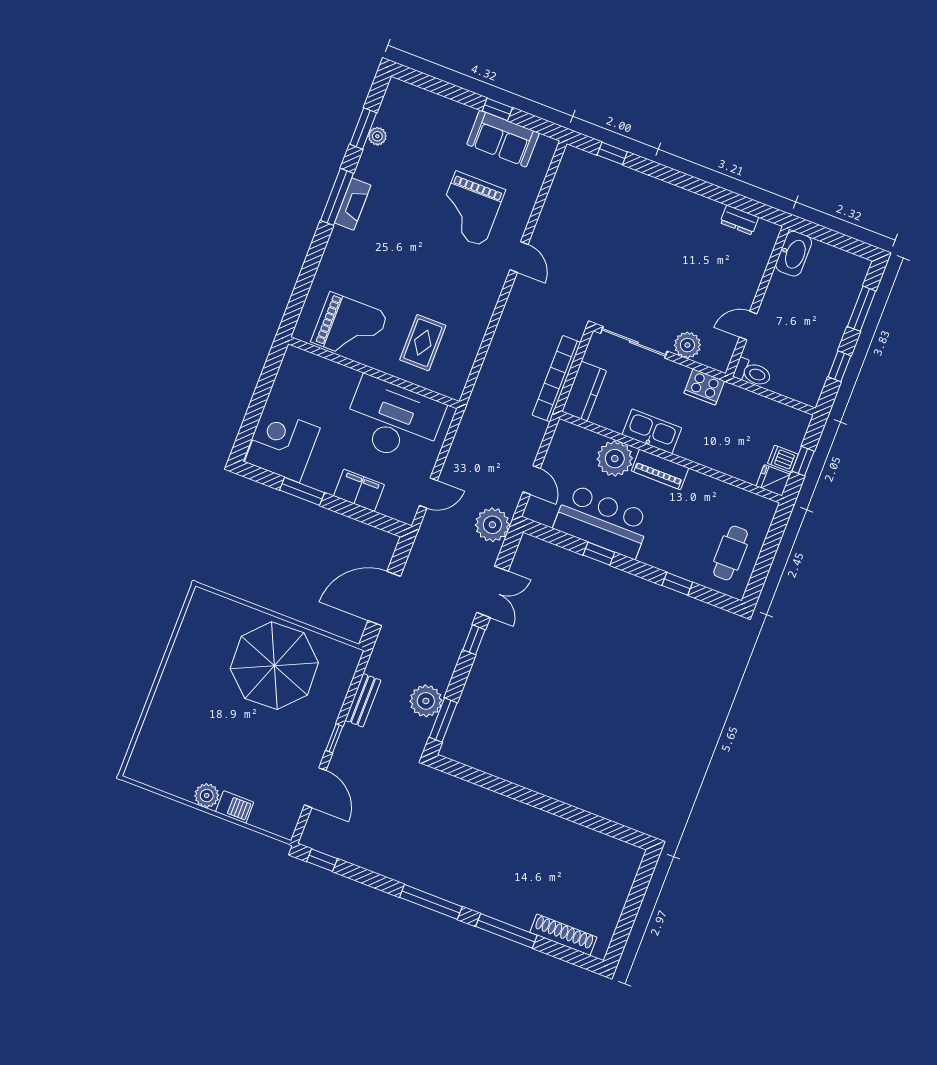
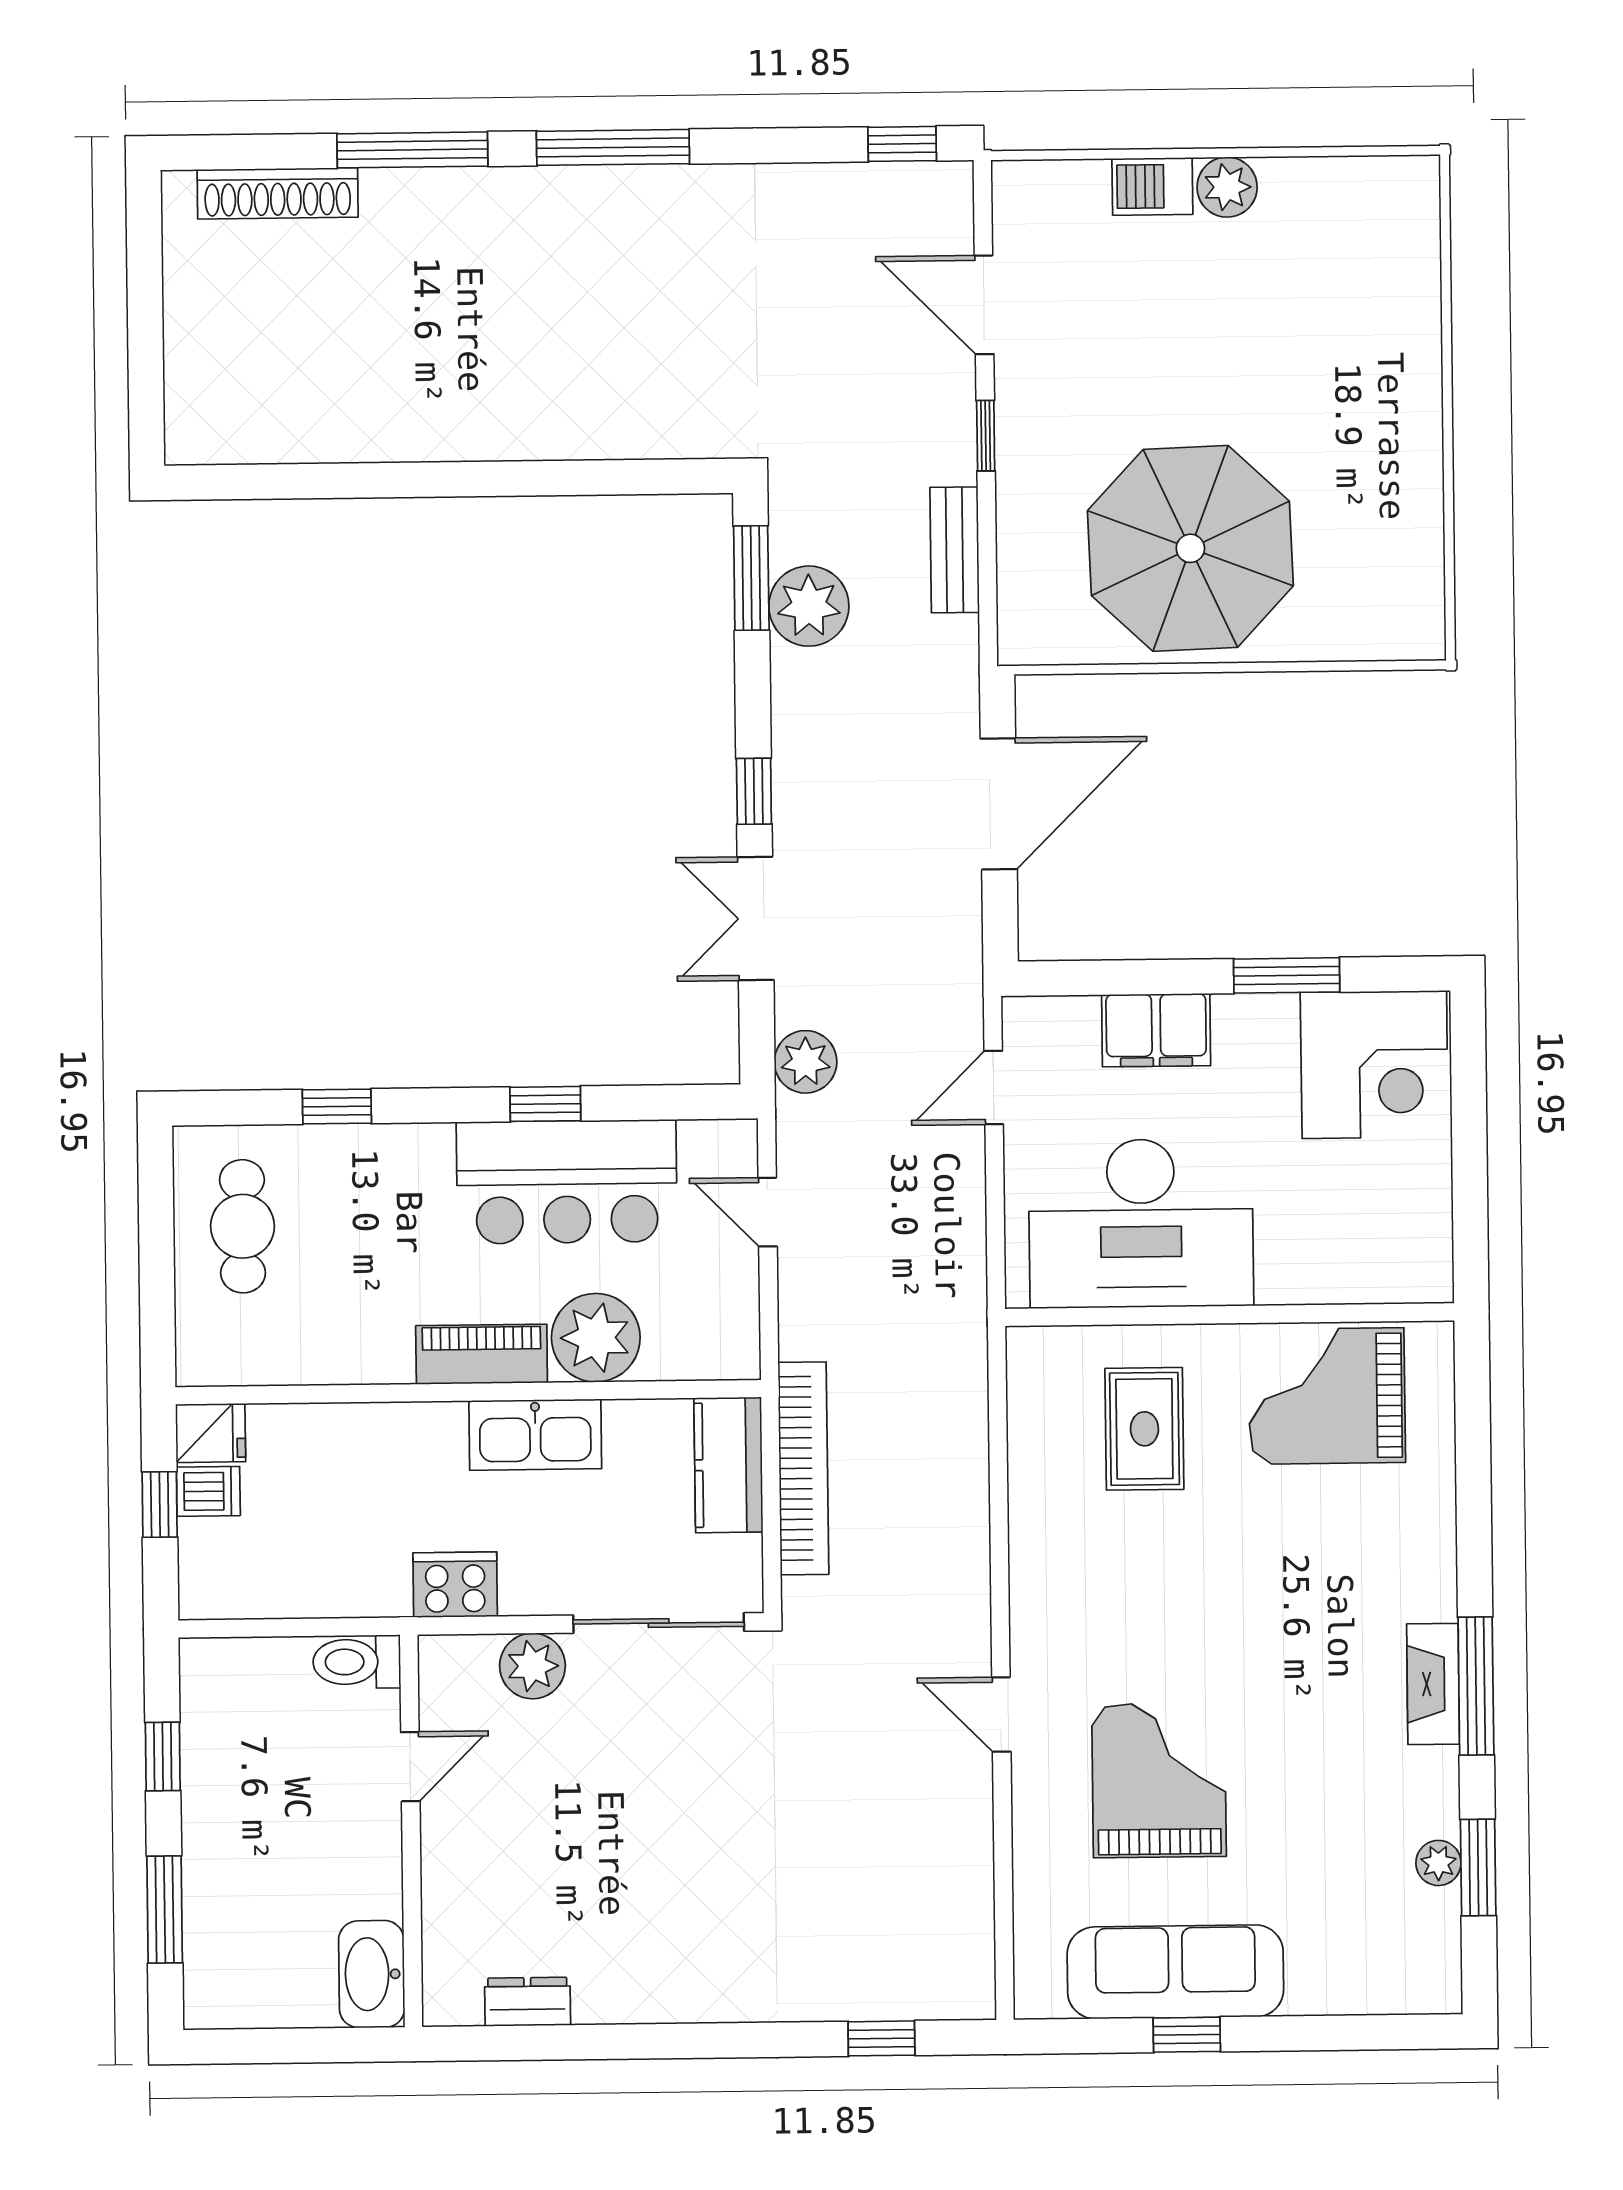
sofa: (503, 139) -> (1175, 1972), width x1.36
plant: (492, 525) -> (806, 1062), width x0.73, depth x0.73

